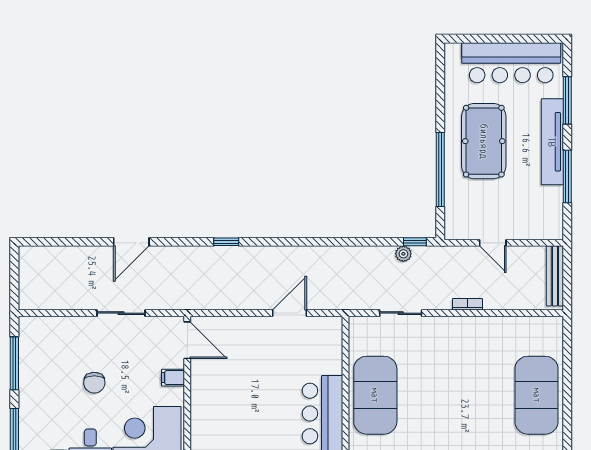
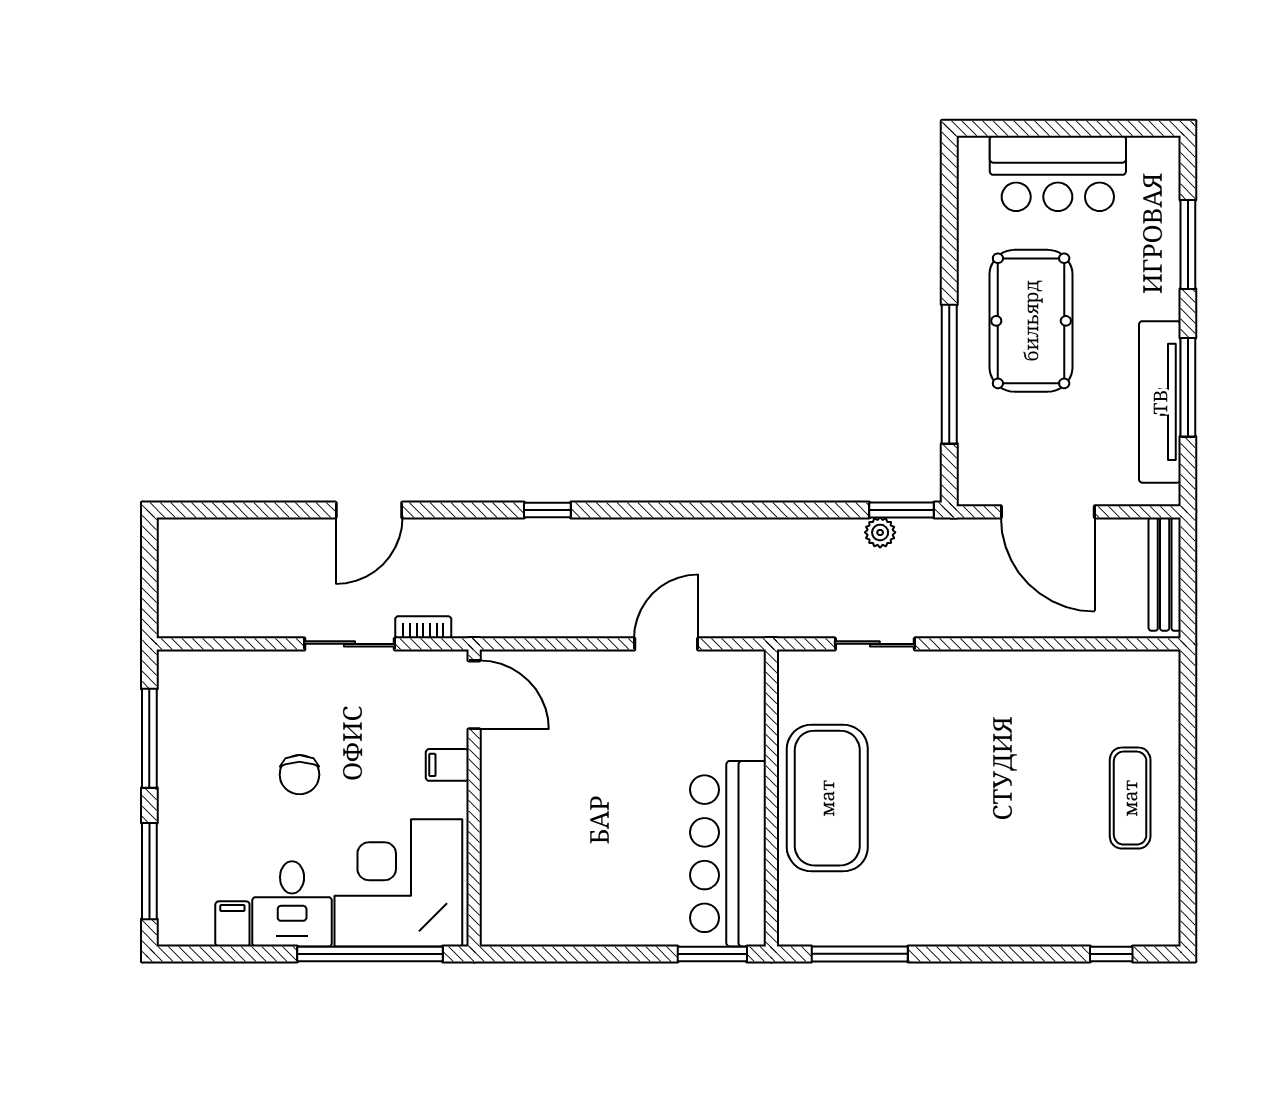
bar counter: (511, 63) -> (1058, 173), width x0.73
tv unit: (552, 142) -> (1160, 402), moved
window: (415, 242) -> (902, 510), width x1.50
door: (493, 243) -> (1048, 512), width x1.87
bookcase: (467, 304) -> (423, 627), moved
exercise mat: (537, 395) -> (1130, 798), width x0.50, depth x0.69

